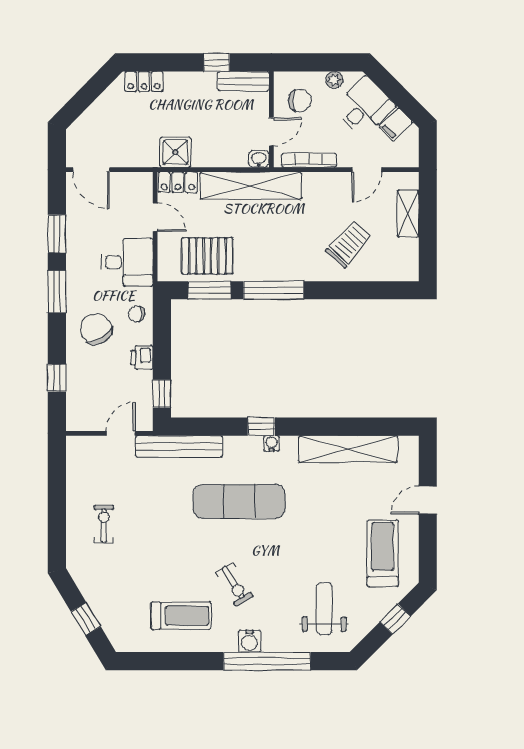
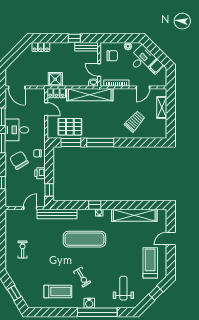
door: (271, 132) -> (99, 70), swing flipped
desk: (127, 262) -> (17, 130), moved, turned 180

